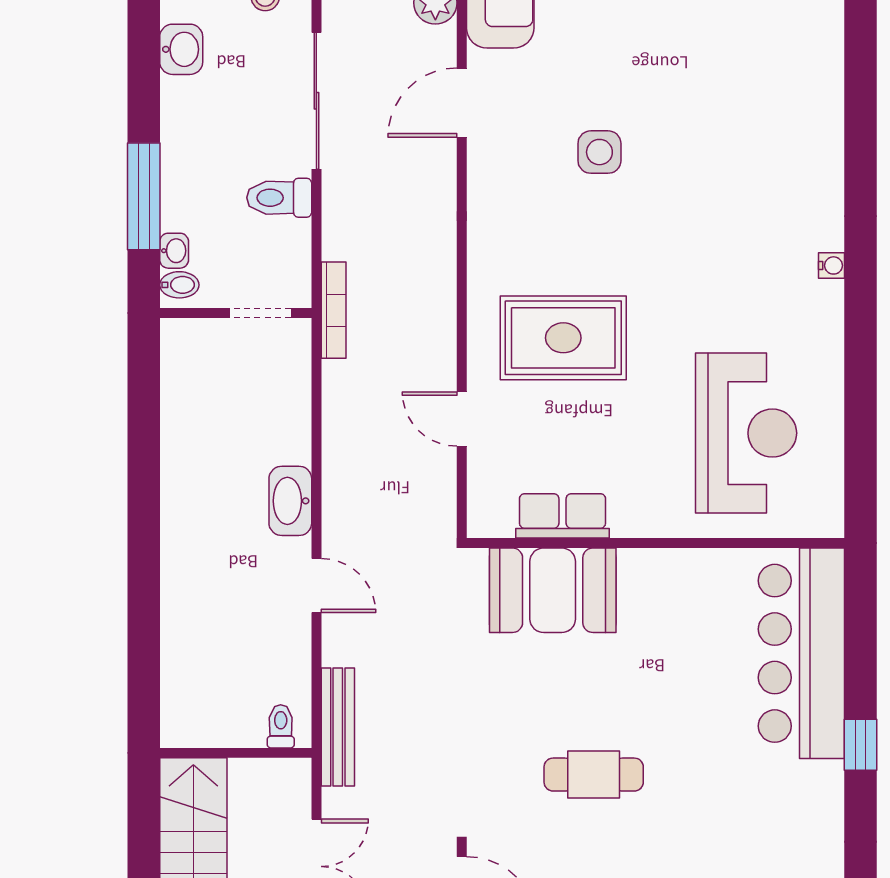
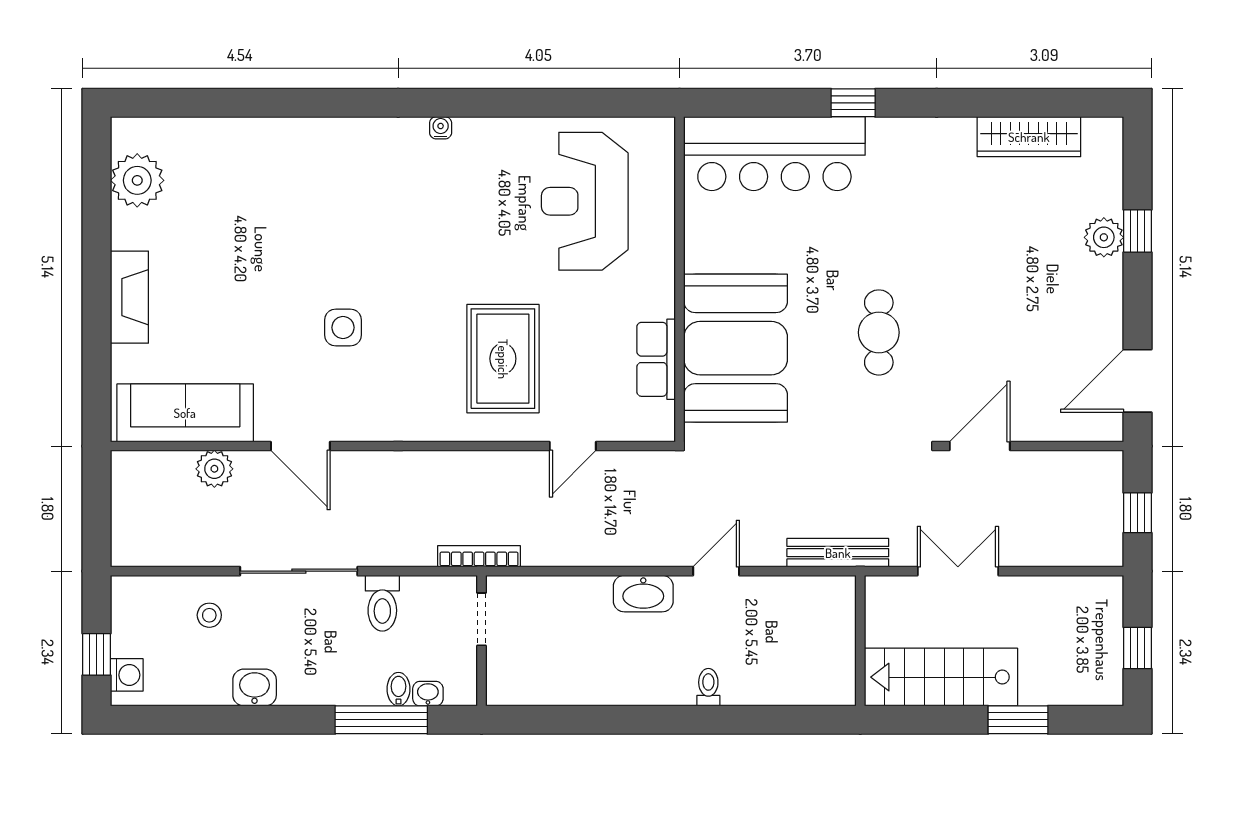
bidet: (179, 285) -> (398, 689), moved
reception desk: (746, 433) -> (585, 201), turned -90
booth: (553, 590) -> (736, 348), width x1.36, depth x1.42
toilet: (281, 726) -> (708, 687), moved, turned 90

